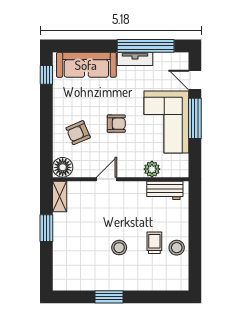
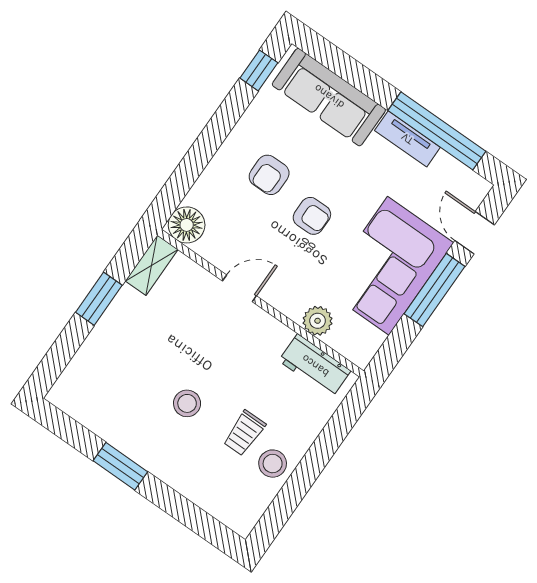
armchair: (78, 133) -> (269, 175), moved, turned -67
trolley: (154, 243) -> (244, 433), turned 180

